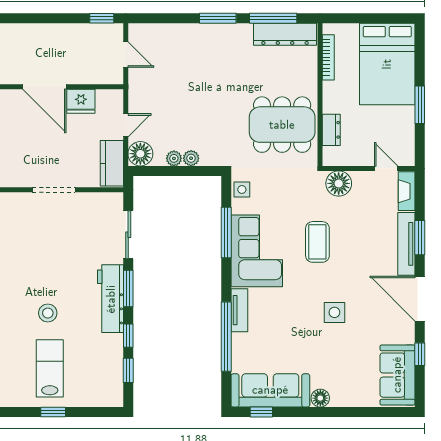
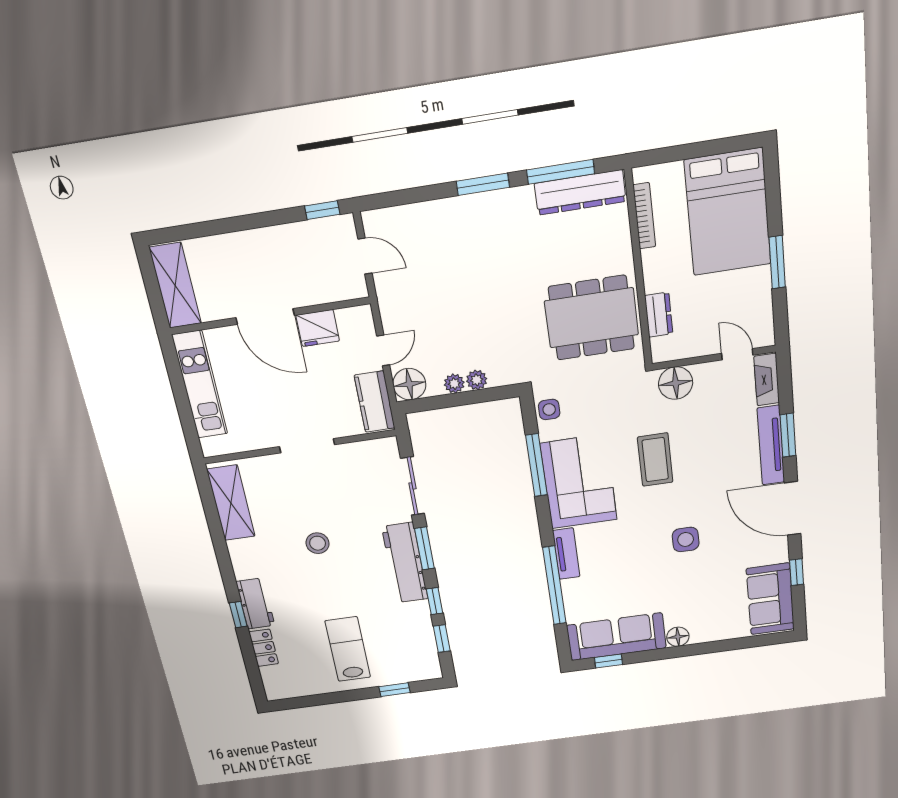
stool: (48, 313) -> (318, 543), moved
window: (53, 412) -> (395, 690), moved

